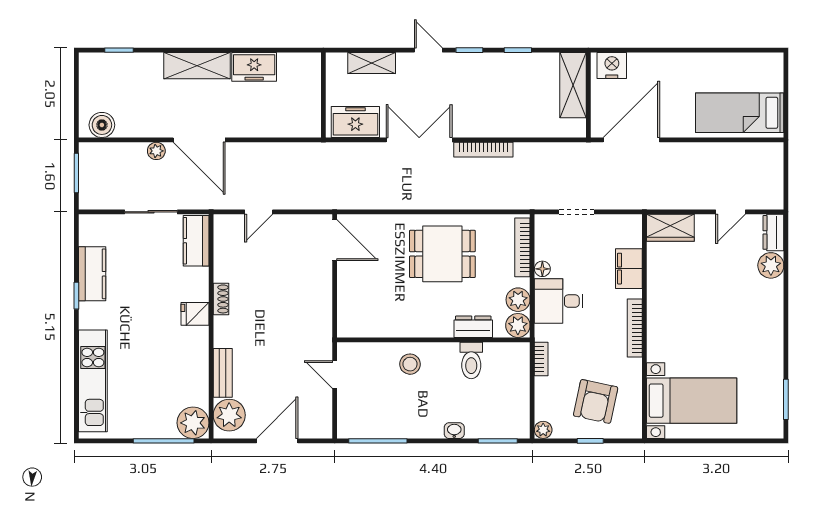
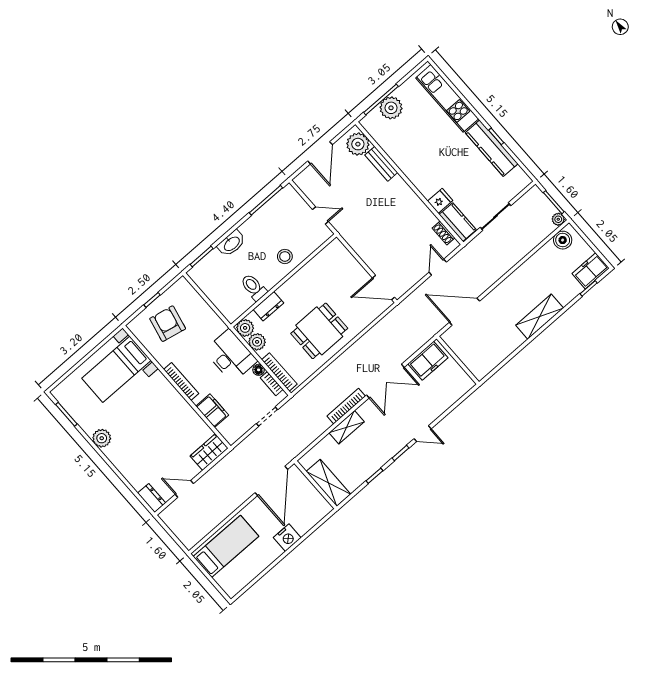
shelving: (372, 63) -> (347, 427), moved
nightstand: (612, 65) -> (287, 538), moved
freezer: (254, 67) -> (591, 271), moved
door: (199, 140) -> (465, 312), moved
plant: (156, 151) -> (558, 219), moved
door: (730, 212) -> (184, 489), hinge flipped
plant: (771, 265) -> (102, 438), moved
kitchen counter: (92, 274) -> (492, 148), width x1.50
shoe rack: (221, 299) -> (443, 233), moved
desk: (559, 301) -> (231, 356), width x1.37
fridge: (195, 314) -> (440, 201), moved
bookcase: (541, 359) -> (272, 384), moved
plant: (193, 423) -> (391, 108), moved
plant: (543, 430) -> (182, 284), removed
washbasin: (454, 431) -> (231, 243), width x1.91, depth x1.45

